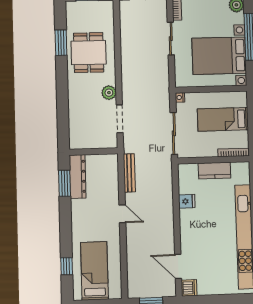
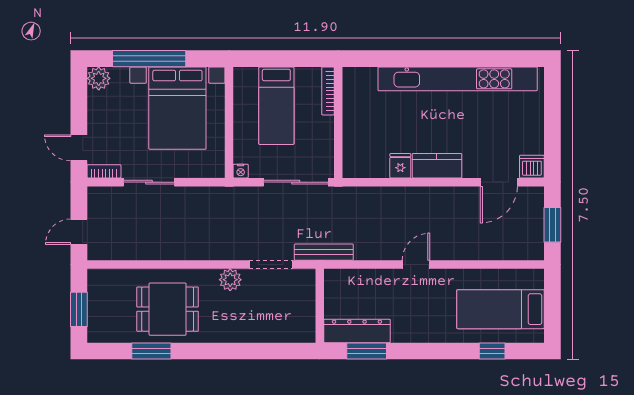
kitchen counter: (214, 171) -> (437, 166), moved, turned -90
bench: (129, 173) -> (324, 252), moved

